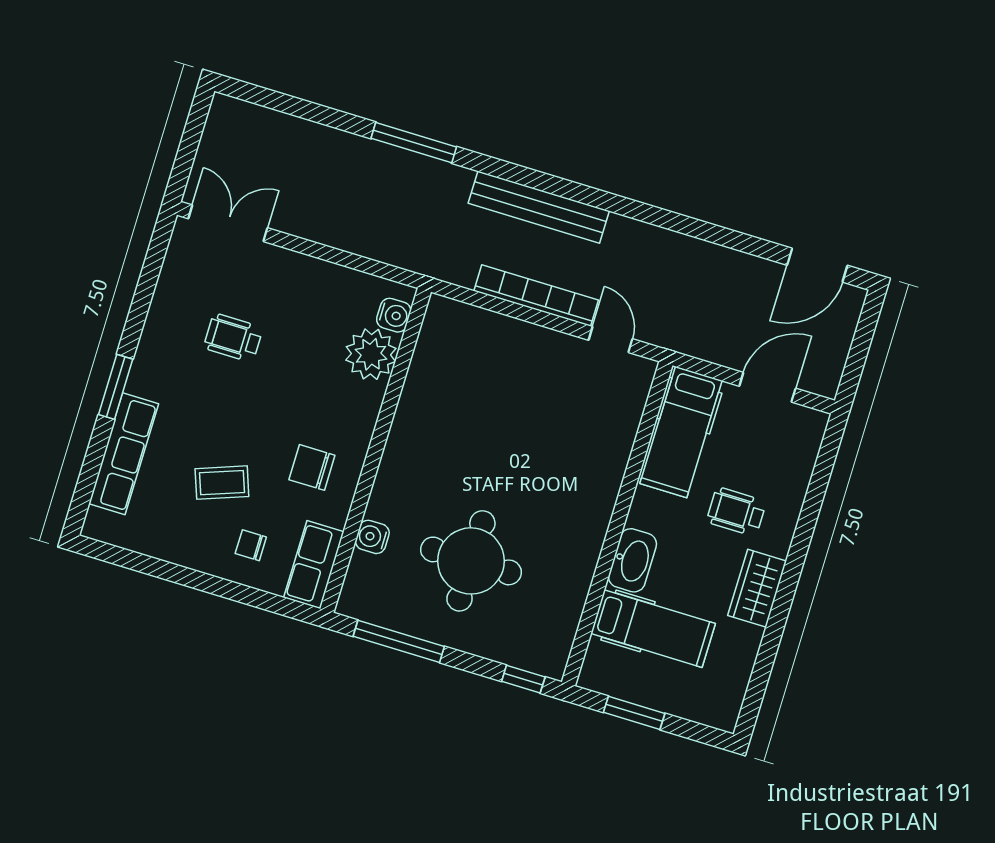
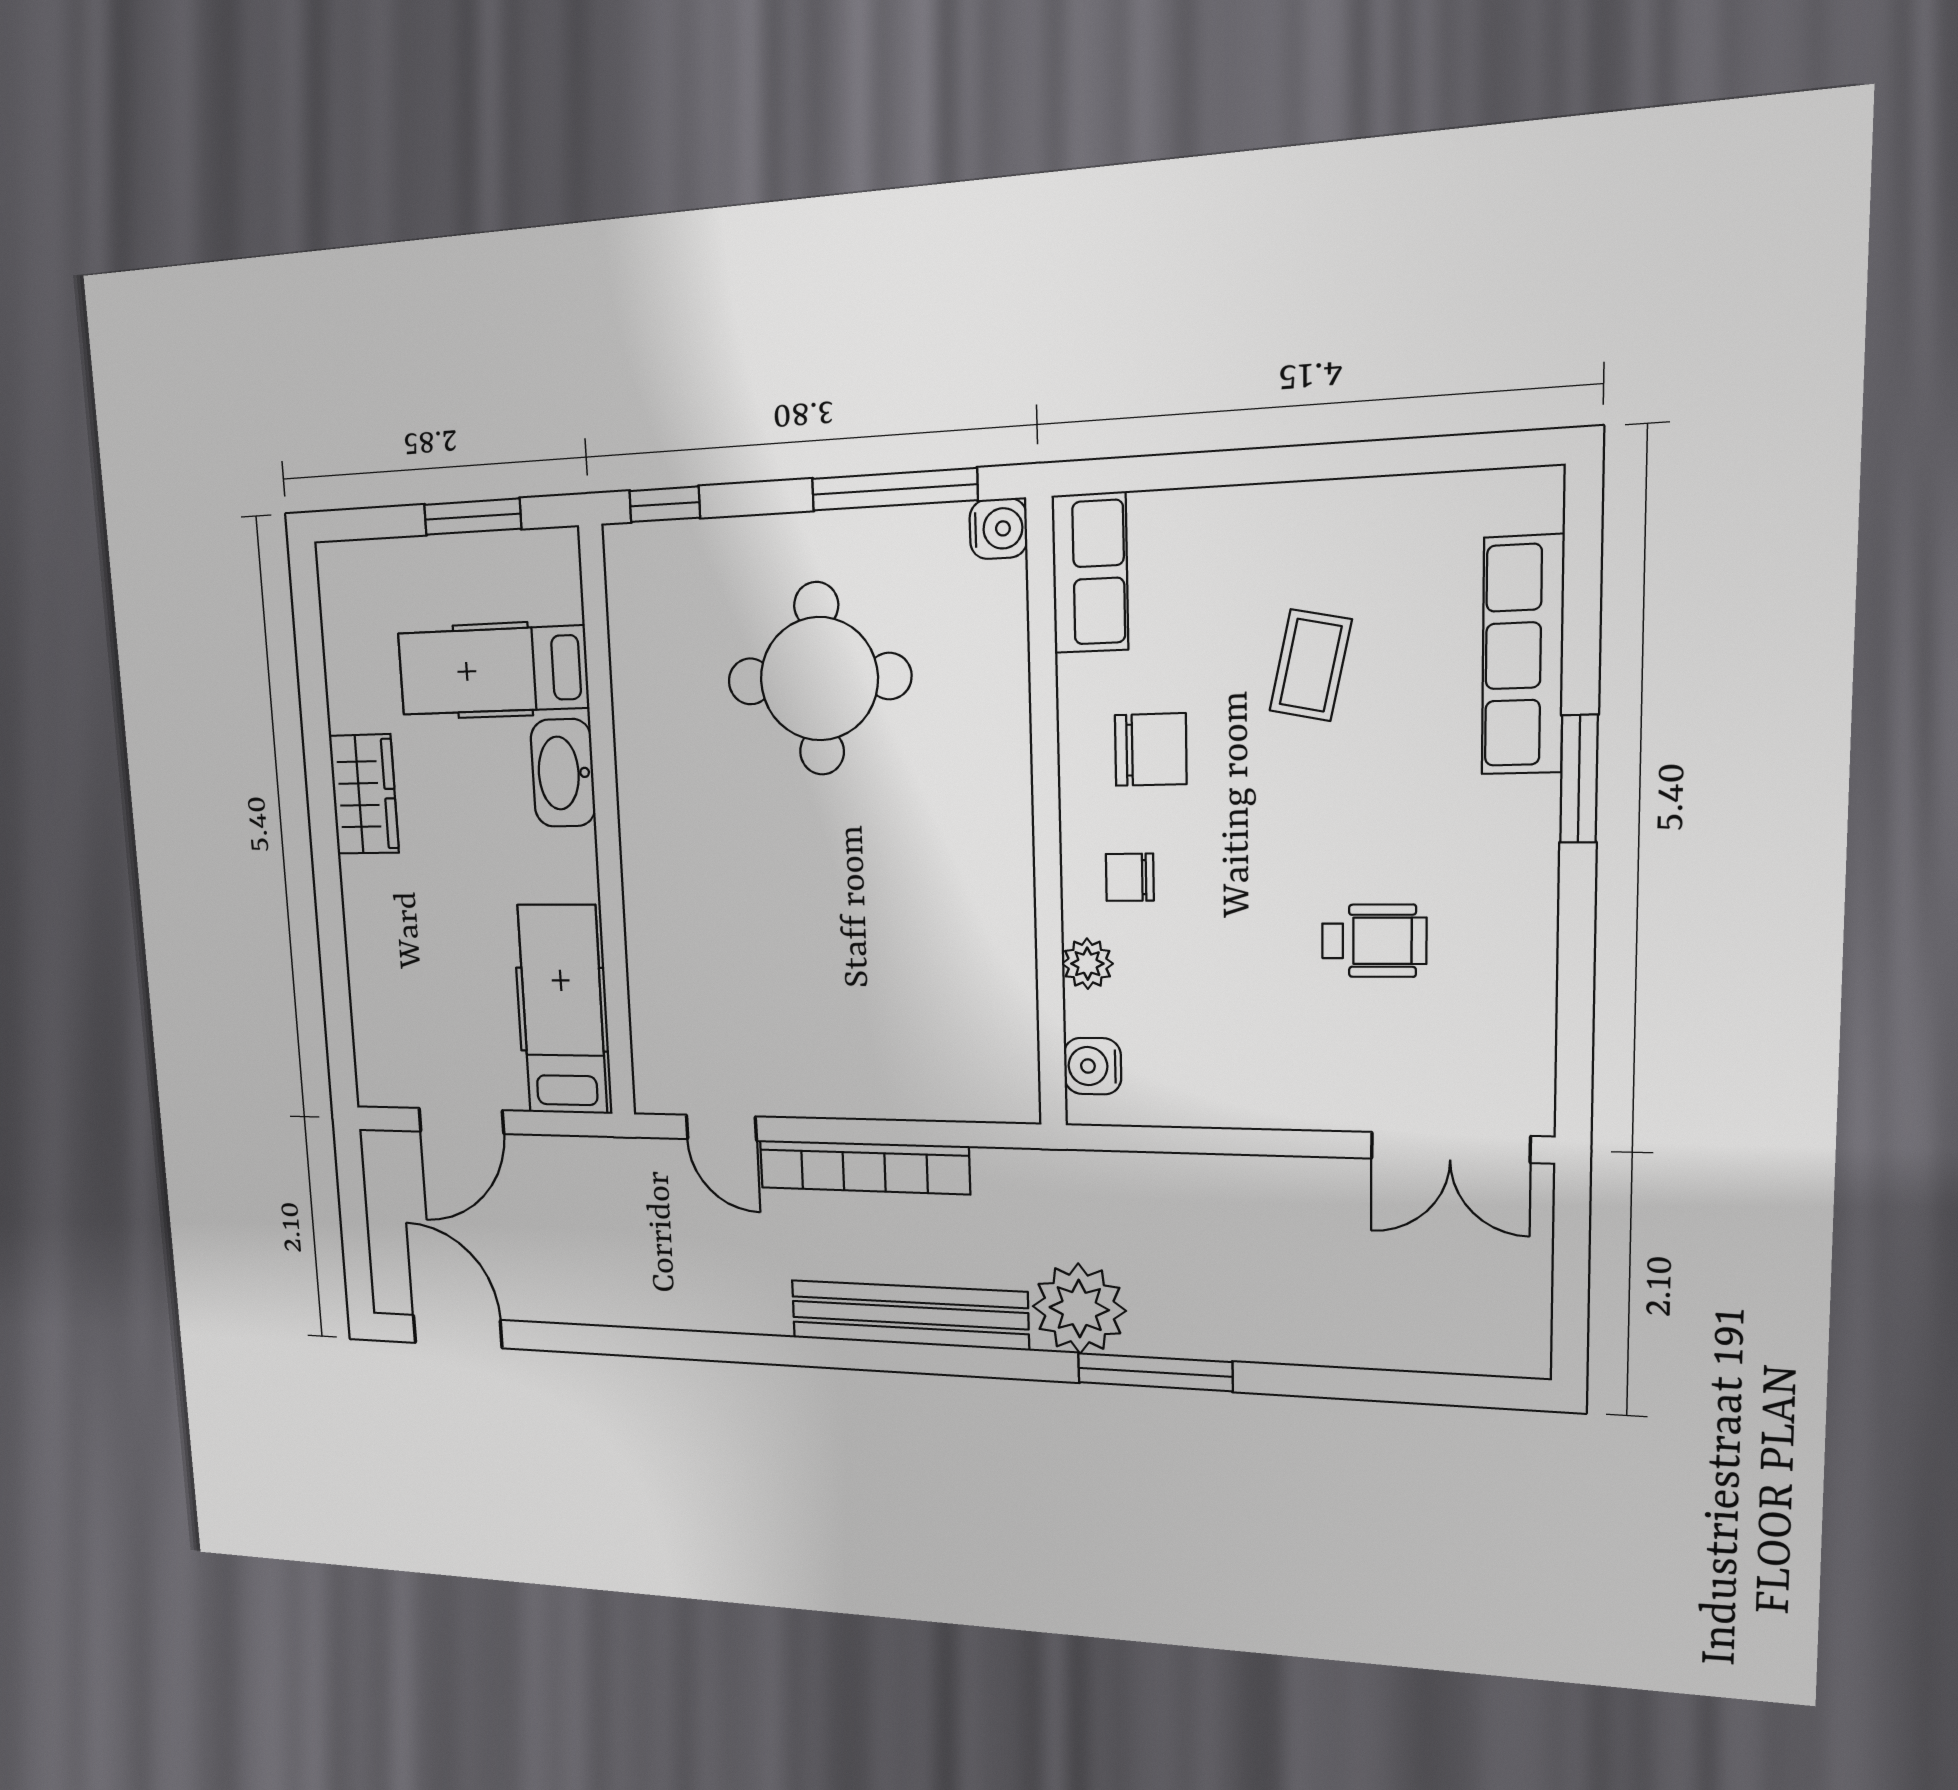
plant: (443, 187) -> (1079, 1309), added
door: (817, 265) -> (457, 1331), hinge flipped
plant: (371, 354) -> (1087, 964), width x0.53, depth x0.53
coffee table: (222, 483) -> (1311, 665), turned -58
wheelchair: (736, 512) -> (437, 907), removed
water cooler: (372, 537) -> (998, 529), moved
chair: (251, 545) -> (1130, 877), moved, turned 180

